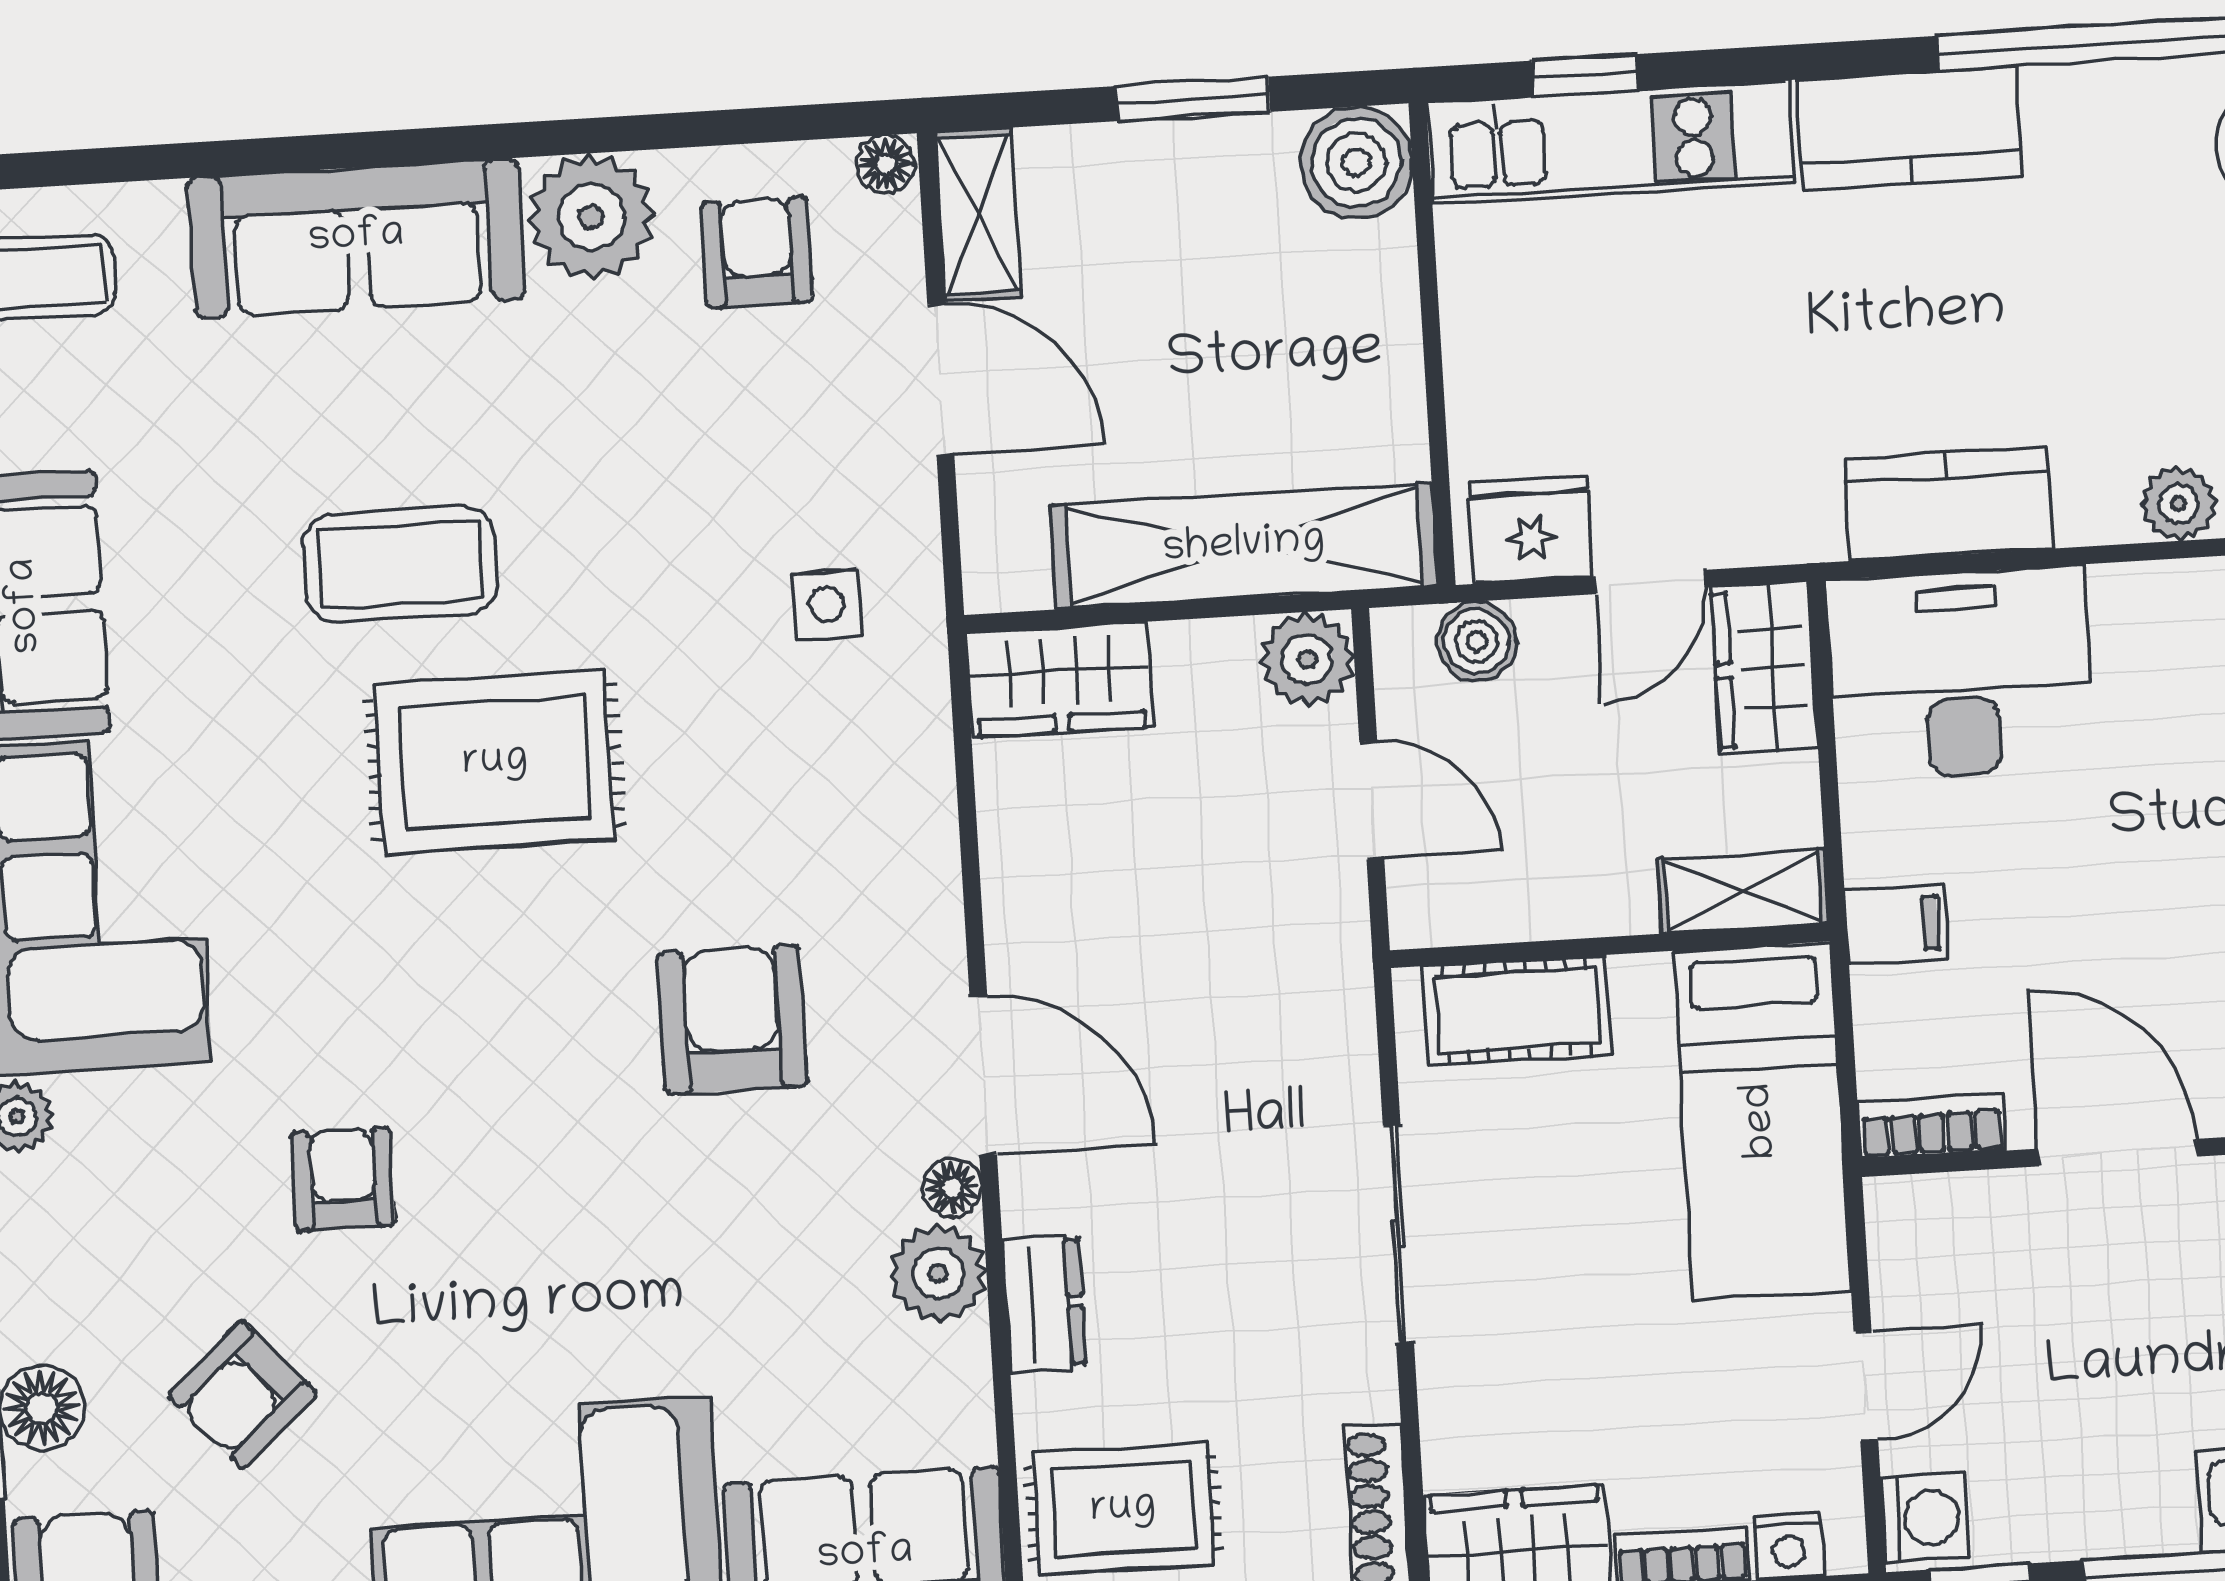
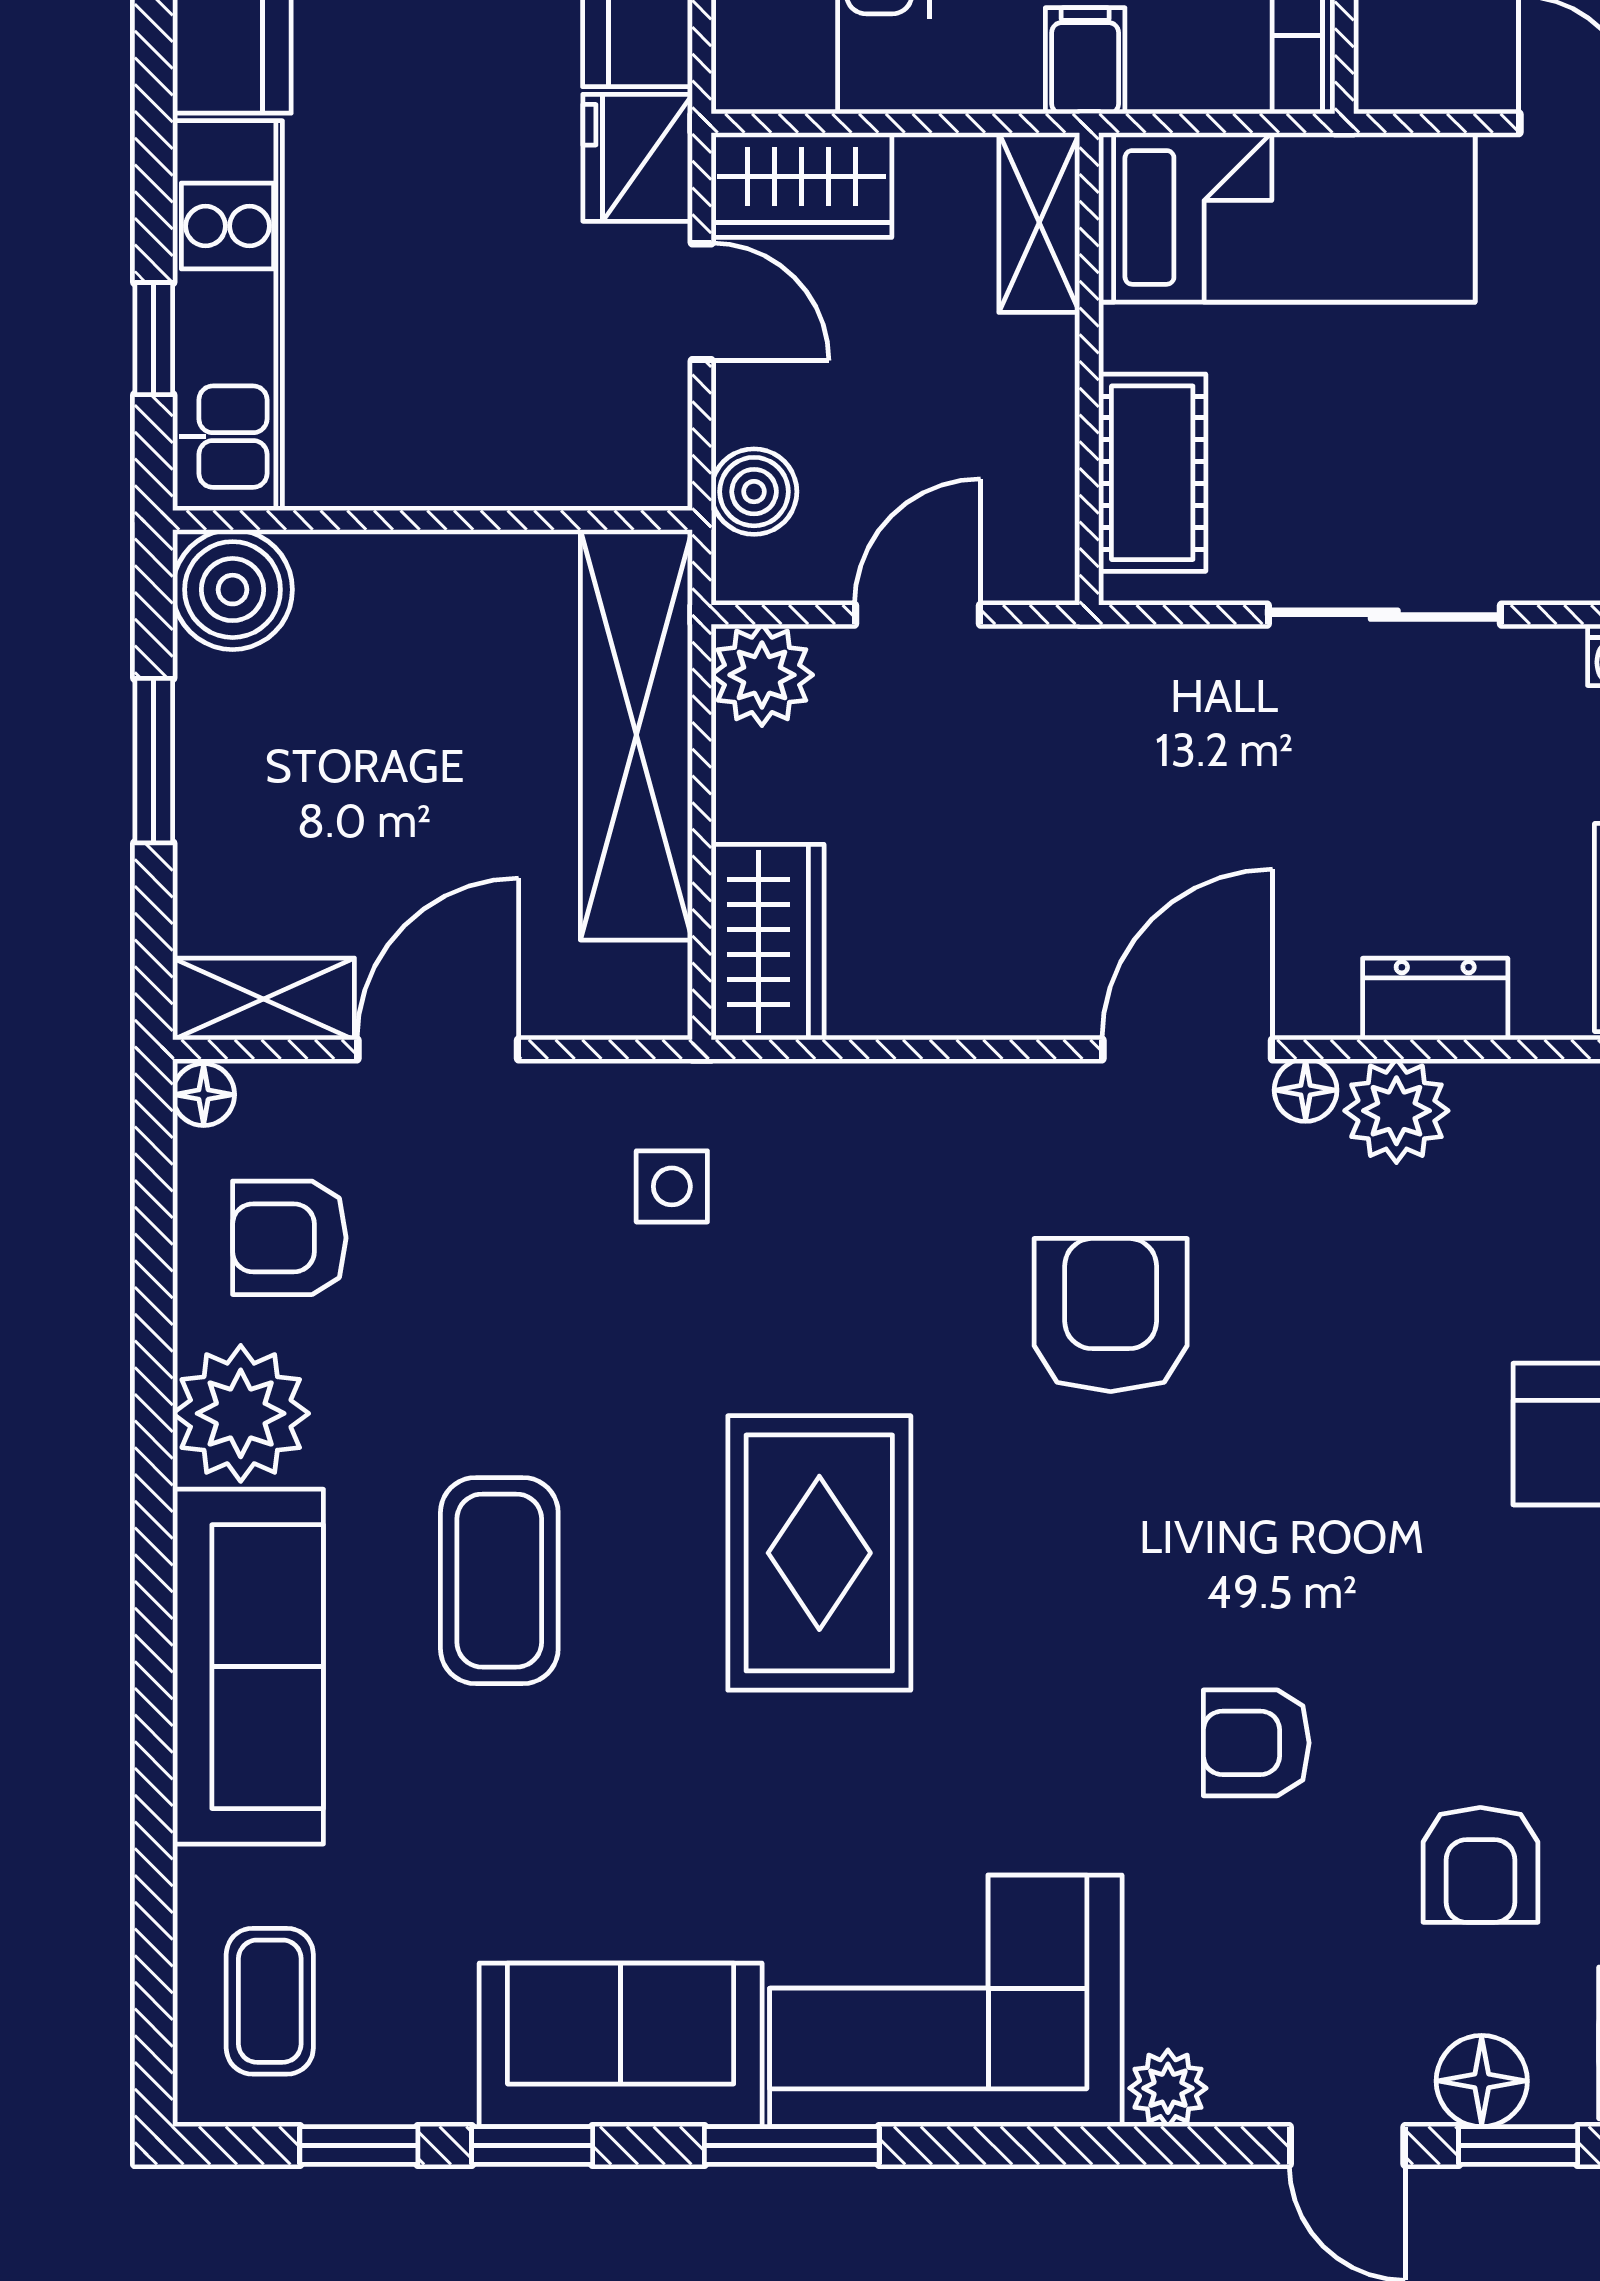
fridge: (1531, 529) -> (638, 158), moved
coffee table: (400, 564) -> (499, 1581), moved
armchair: (732, 1019) -> (1111, 1315), turned 90
armchair: (242, 1394) -> (1480, 1865), turned 42

